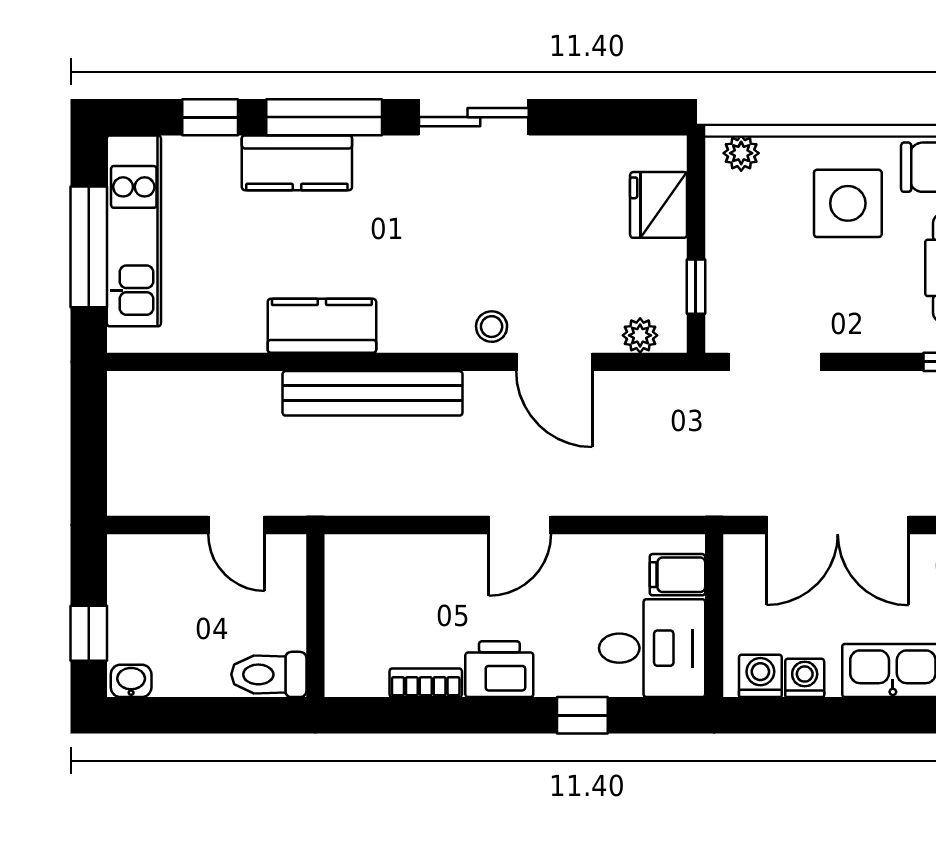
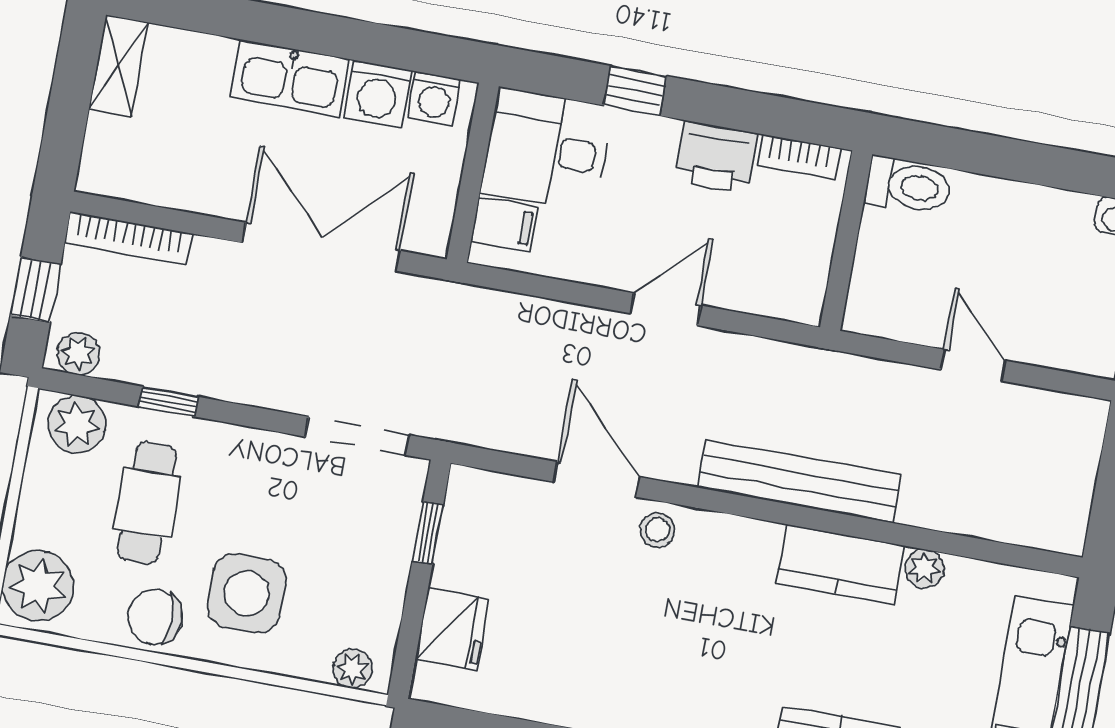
plant: (640, 335) -> (924, 569), moved
wall: (315, 616) -> (846, 241), moved
toilet: (269, 674) -> (908, 186), moved
washing machine: (805, 678) -> (378, 94), width x1.38, depth x1.38

